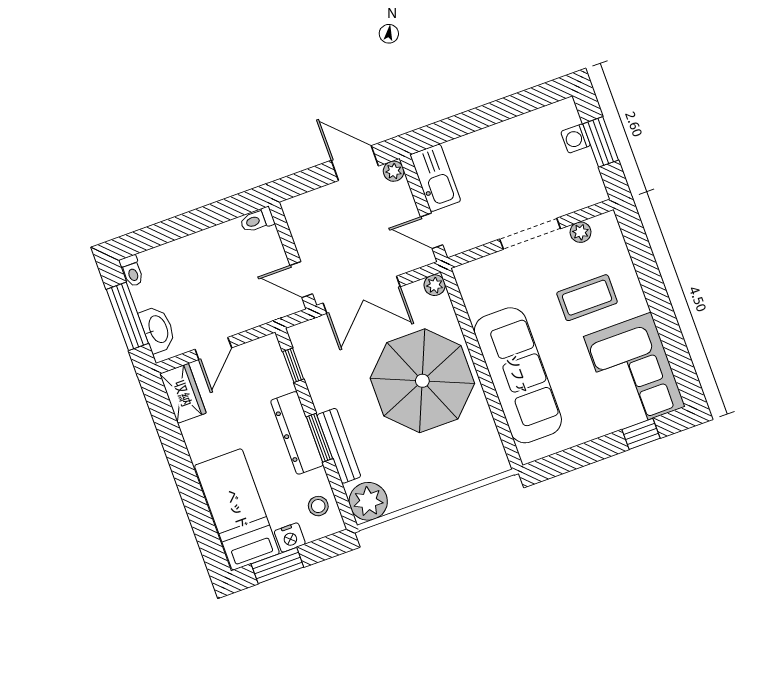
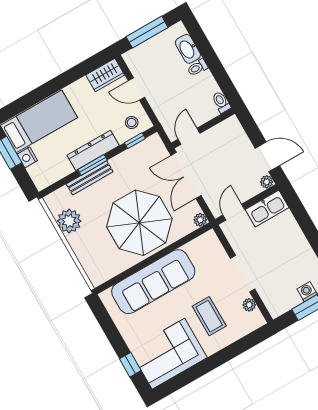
door: (355, 163) -> (267, 157), hinge flipped
toilet: (132, 271) -> (198, 68), moved
washbasin: (158, 329) -> (188, 49), moved, turned 90
plant: (368, 501) -> (69, 221), moved
stool: (318, 506) -> (132, 122), moved

